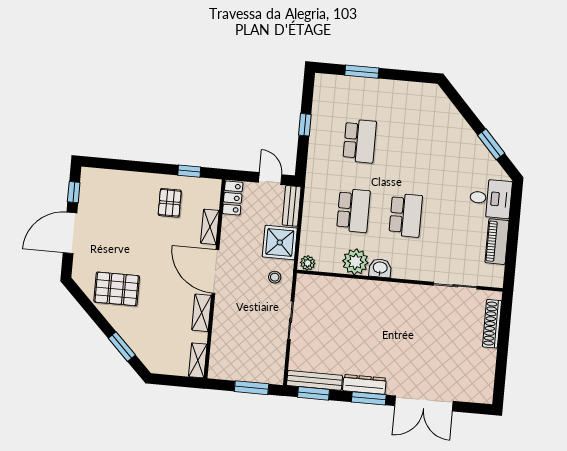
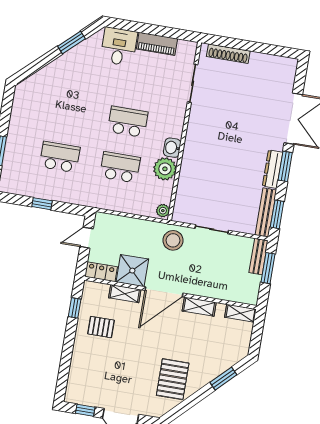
bench: (292, 206) -> (258, 257), moved, turned 90
shower: (280, 242) -> (132, 271), moved
stool: (275, 277) -> (173, 240), width x1.89, depth x1.89

